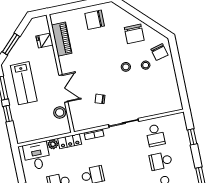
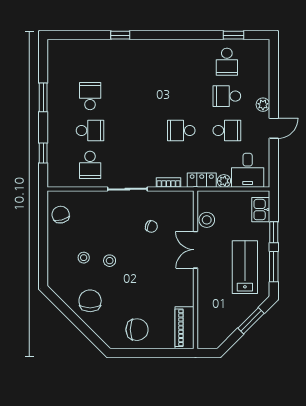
piano: (62, 39) -> (185, 328), moved
fridge: (45, 40) -> (207, 316), removed
chair: (159, 52) -> (61, 215), moved
kitchen sink: (21, 129) -> (261, 210), added
school desk: (155, 135) -> (90, 165), turned 180

